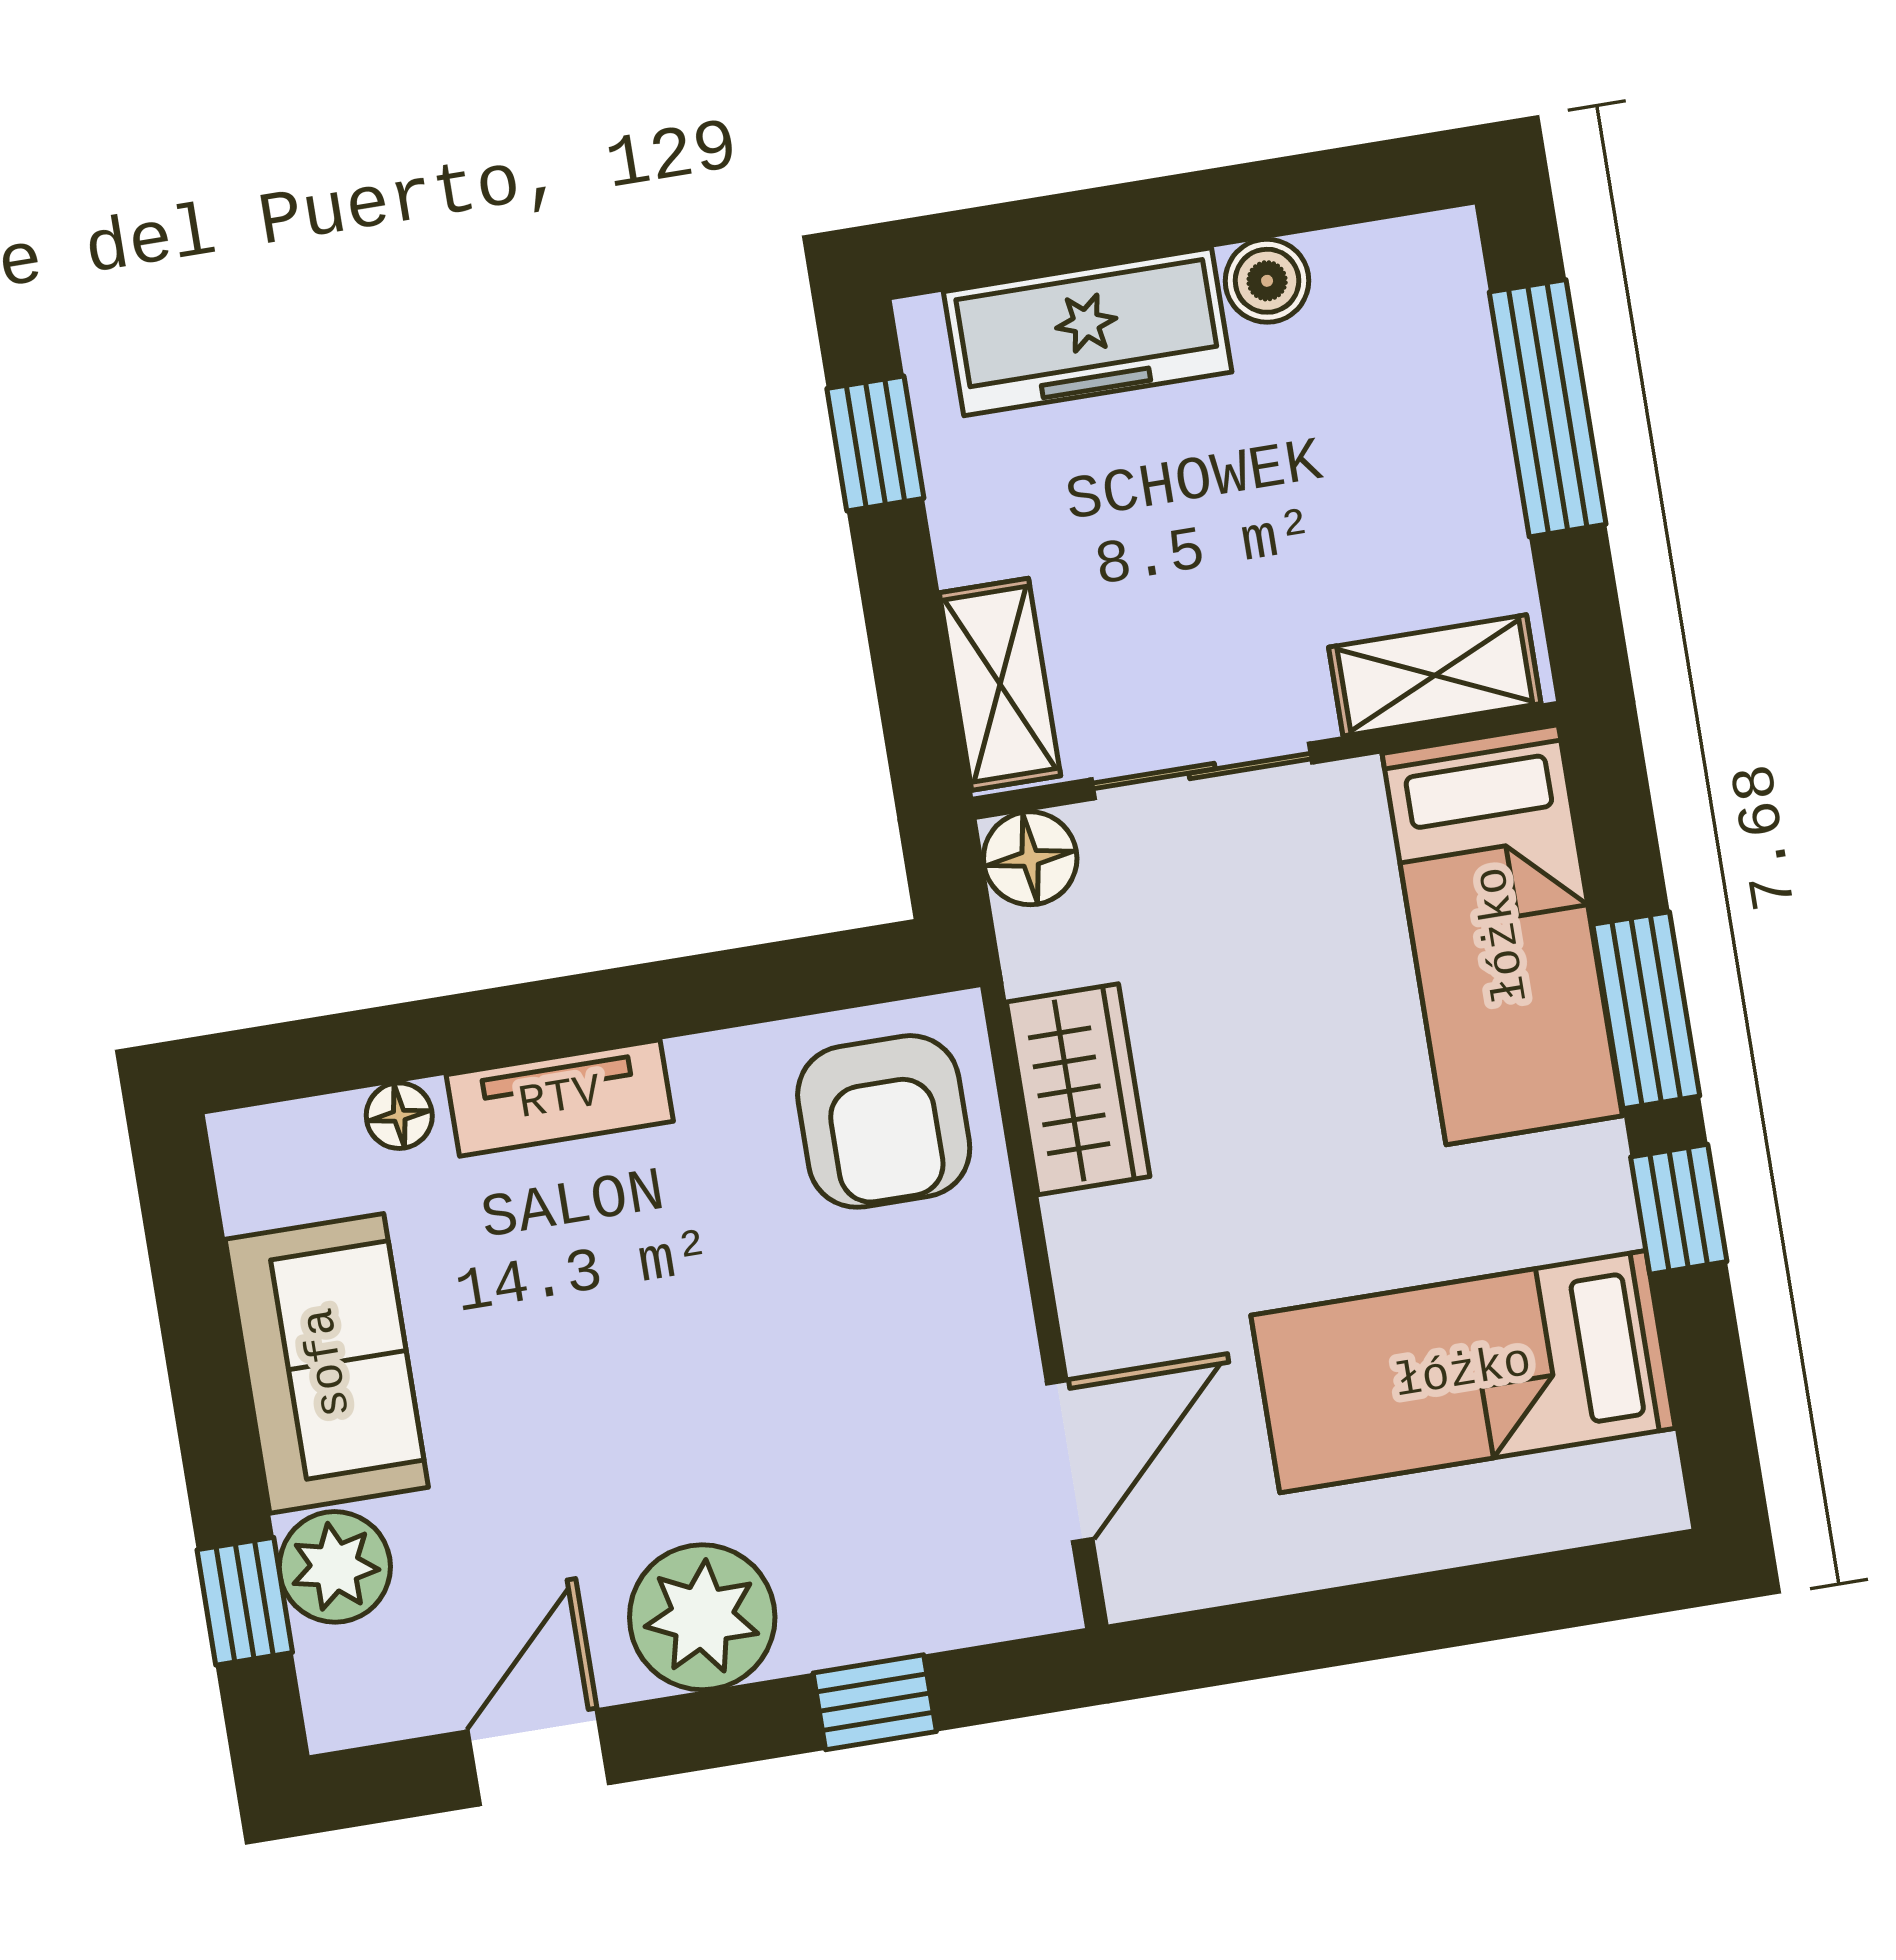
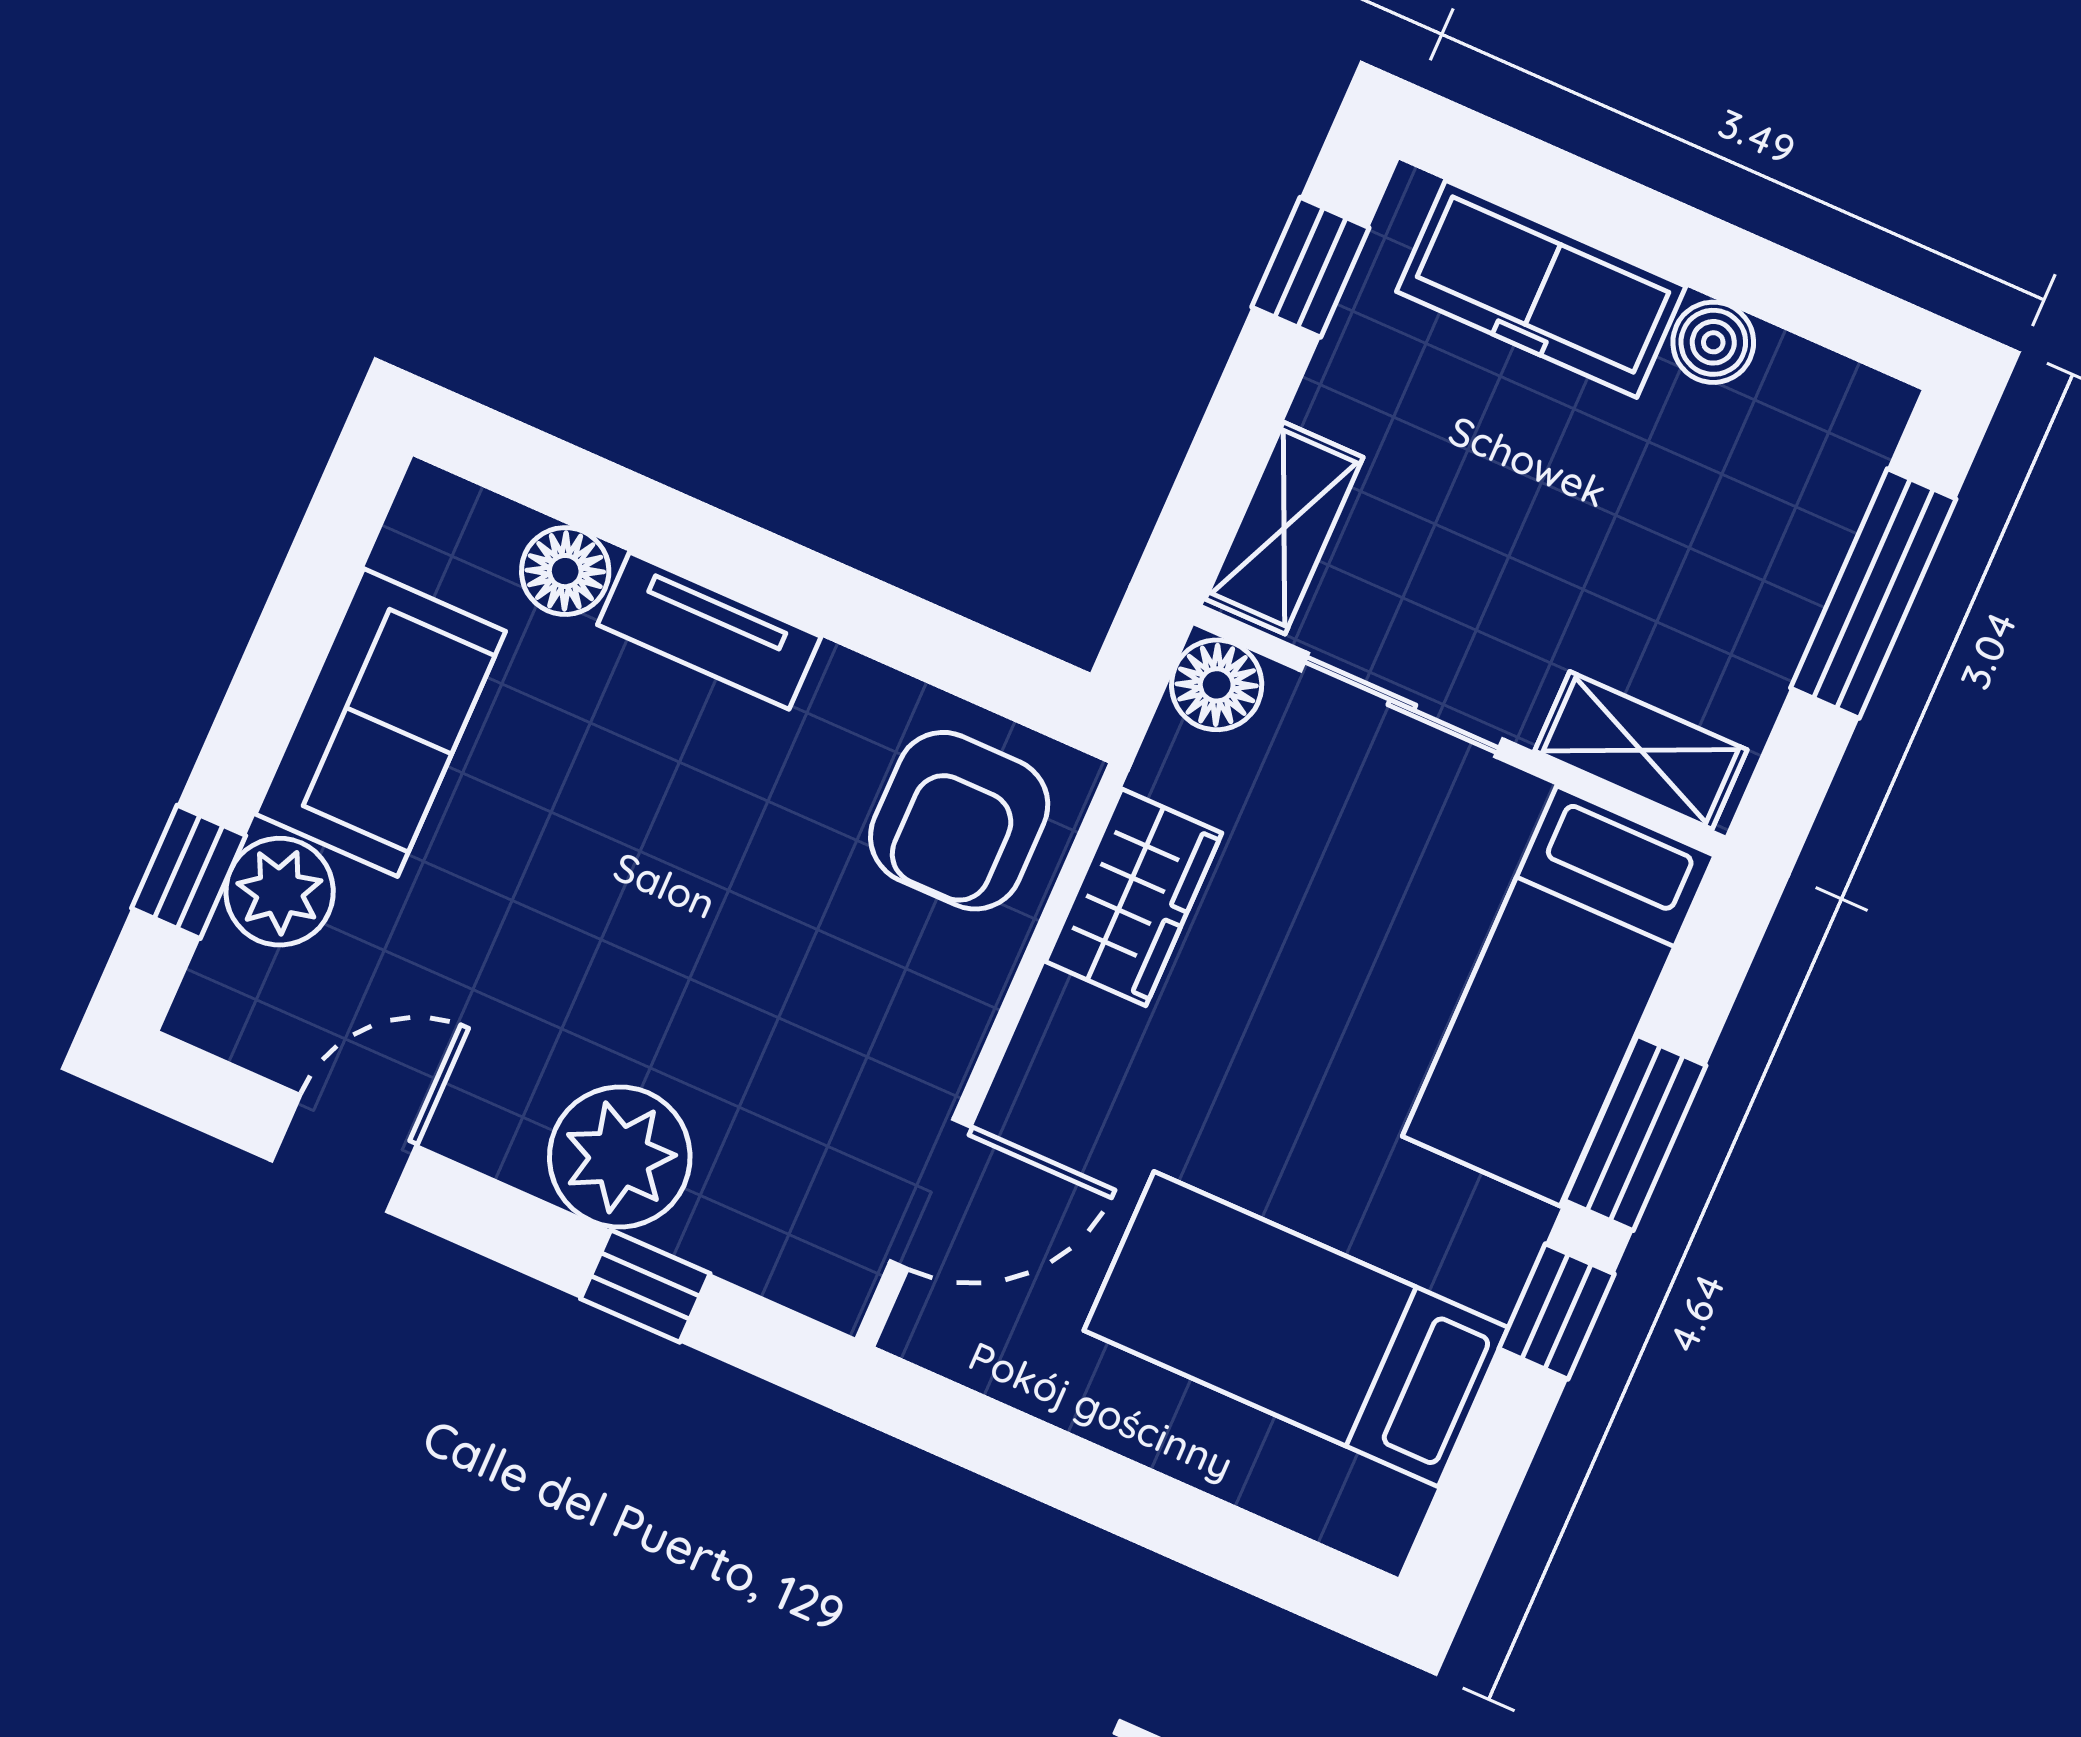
floor lamp: (399, 1116) -> (565, 571), width x1.37, depth x1.37
plant: (702, 1617) -> (620, 1157), moved

